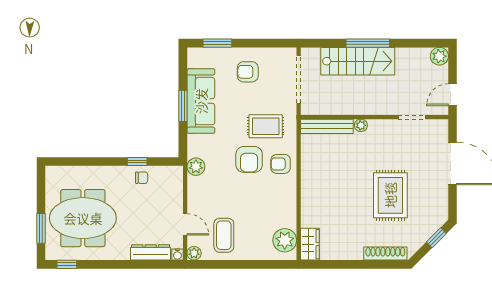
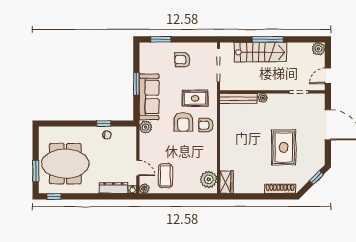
sofa: (201, 101) -> (149, 97), moved

